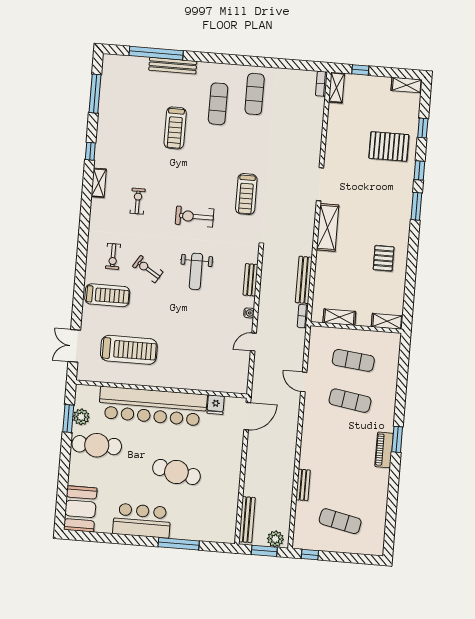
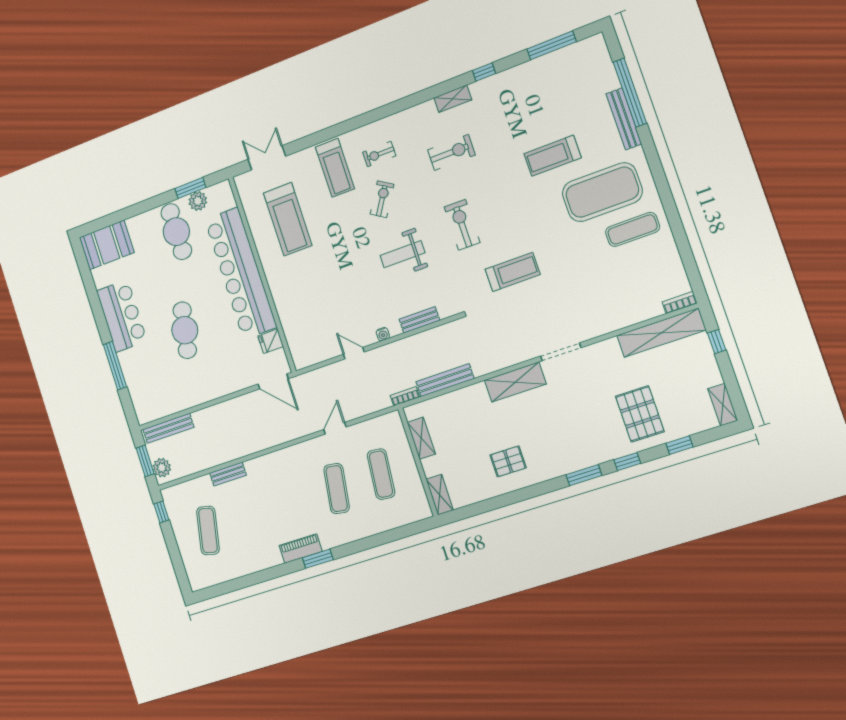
shelving: (337, 88) -> (661, 333), width x2.20, depth x1.33
exercise mat: (218, 104) -> (602, 192), width x2.00, depth x1.45
treadmill: (246, 194) -> (513, 272), turned 180
exercise bike: (138, 201) -> (451, 152), width x1.38, depth x1.39

